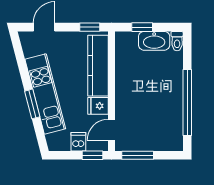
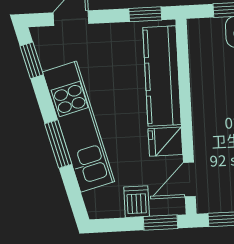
window: (19, 52) -> (32, 60), added

